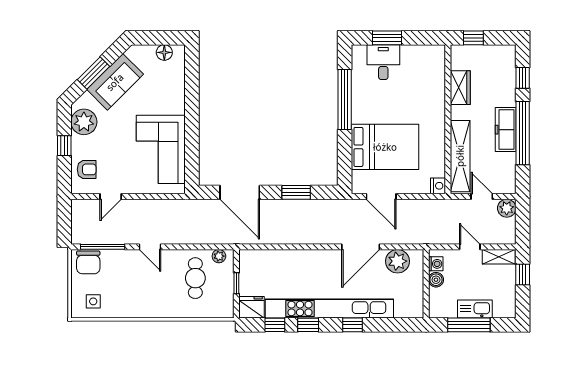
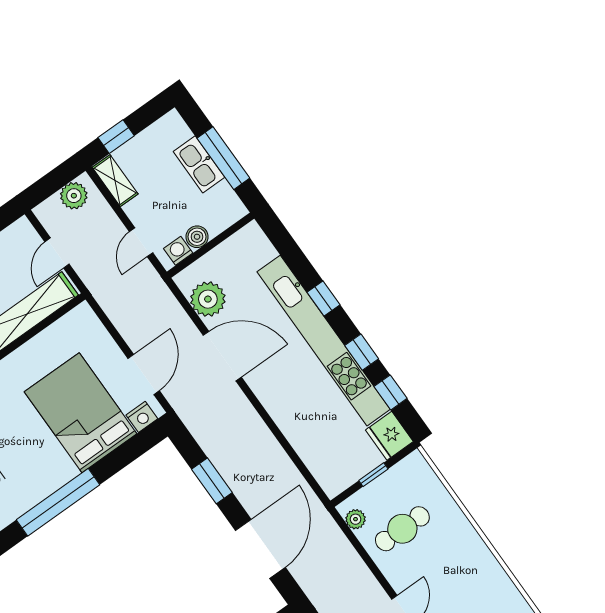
nightstand: (438, 186) -> (142, 417), moved, turned 180
plant: (507, 208) -> (74, 196), moved
door: (470, 247) -> (141, 242), moved

